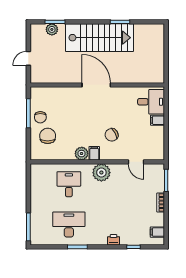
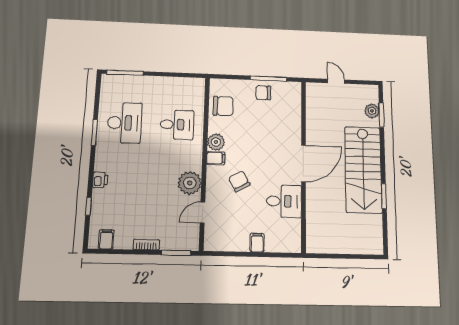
desk: (151, 102) -> (284, 201), moved, turned -90
chair: (48, 136) -> (223, 106), moved
plant: (101, 173) -> (190, 183), moved

